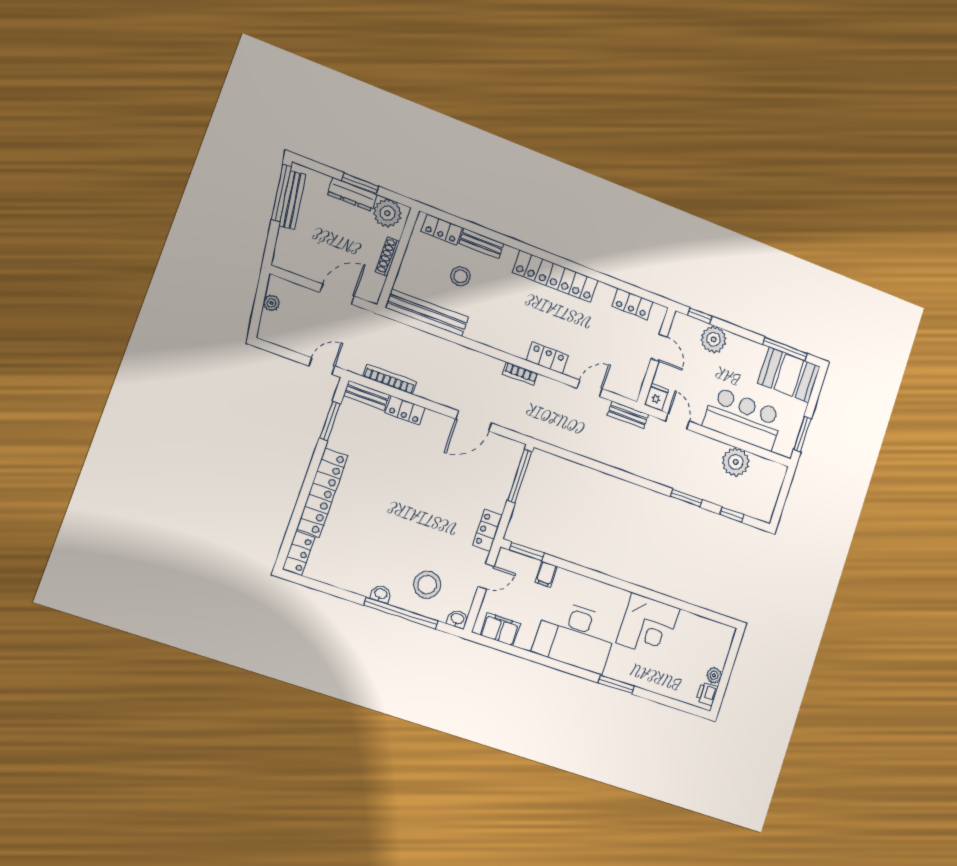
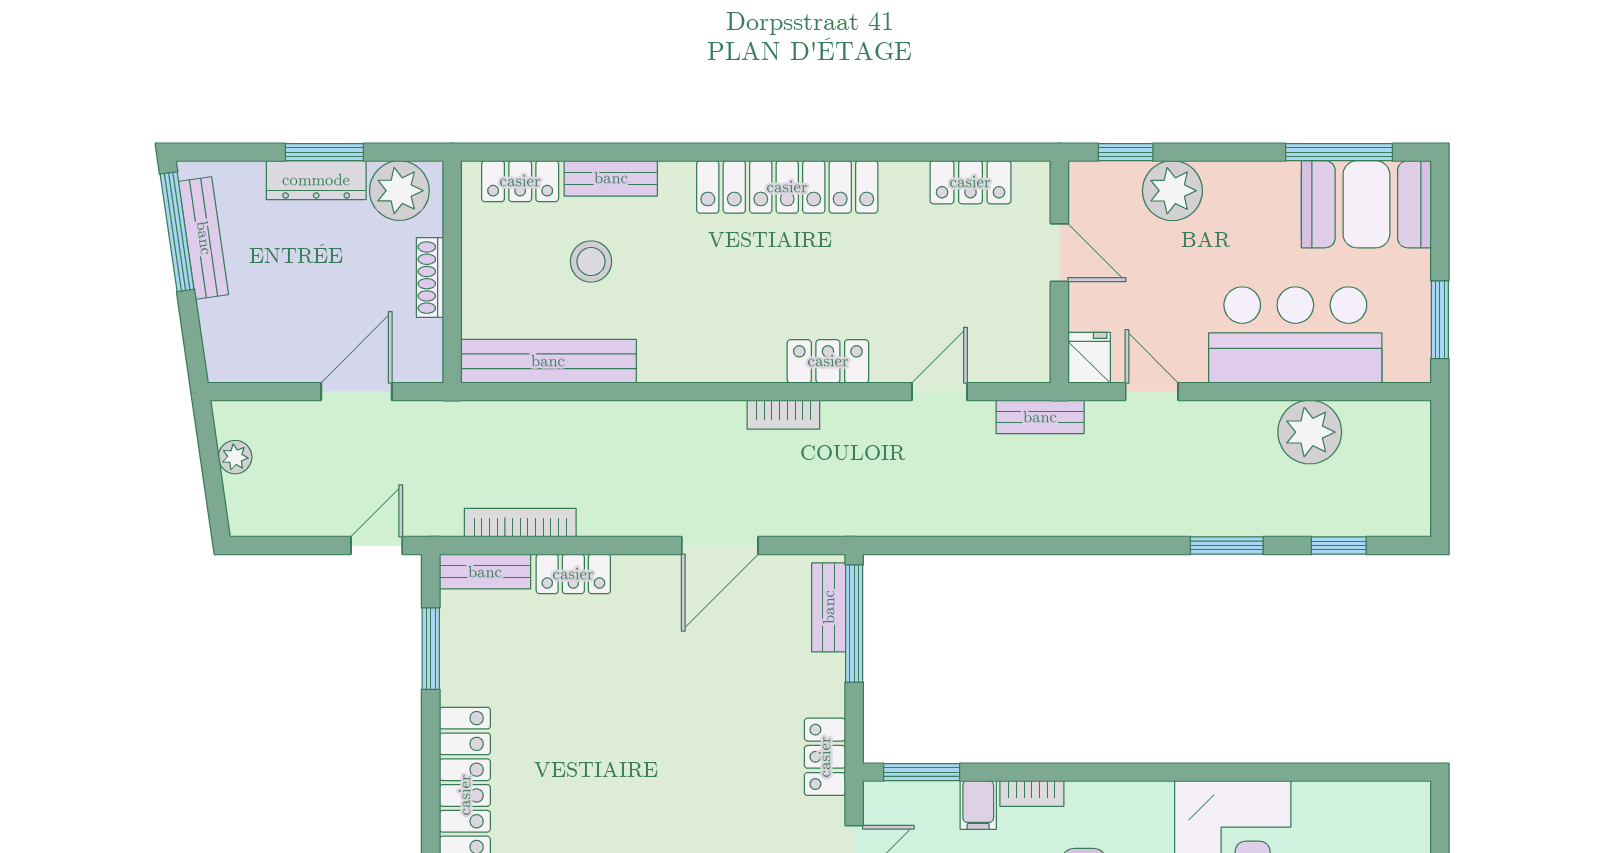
bench: (511, 465) -> (829, 607), added
bookcase: (570, 577) -> (1032, 793), added

